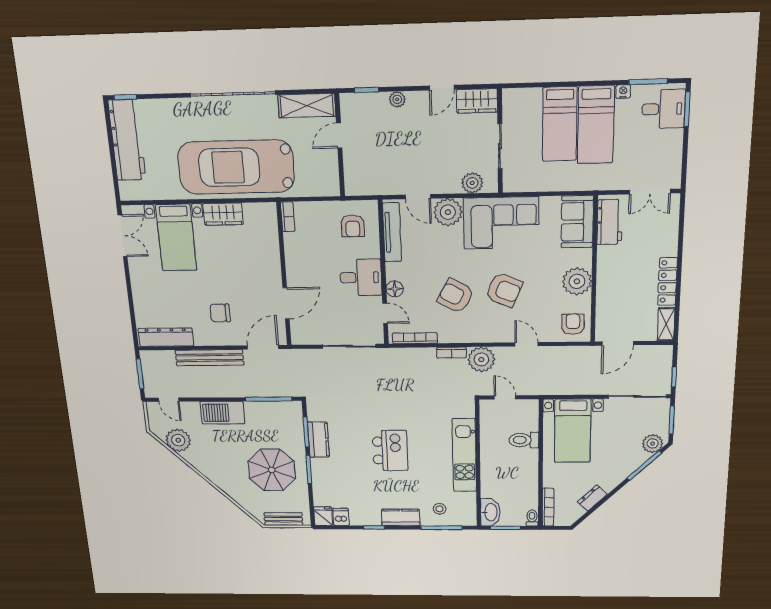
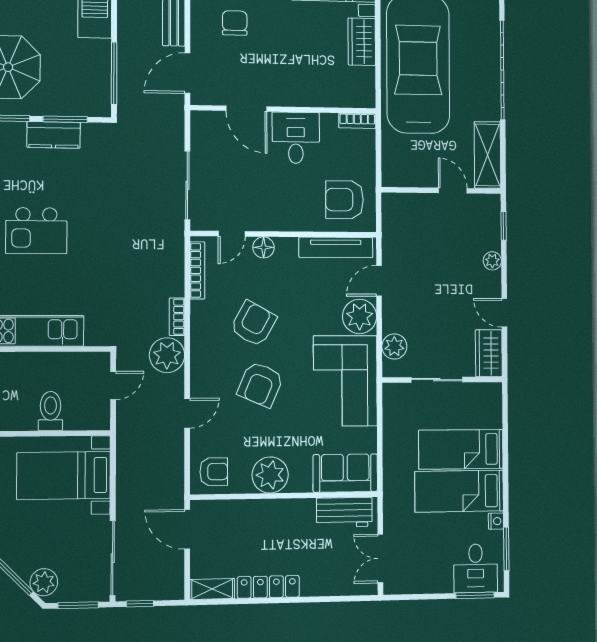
armchair: (353, 226) -> (344, 200), width x1.38, depth x1.38
desk: (361, 278) -> (296, 138), moved, turned 180
door: (263, 347) -> (187, 73), swing flipped

